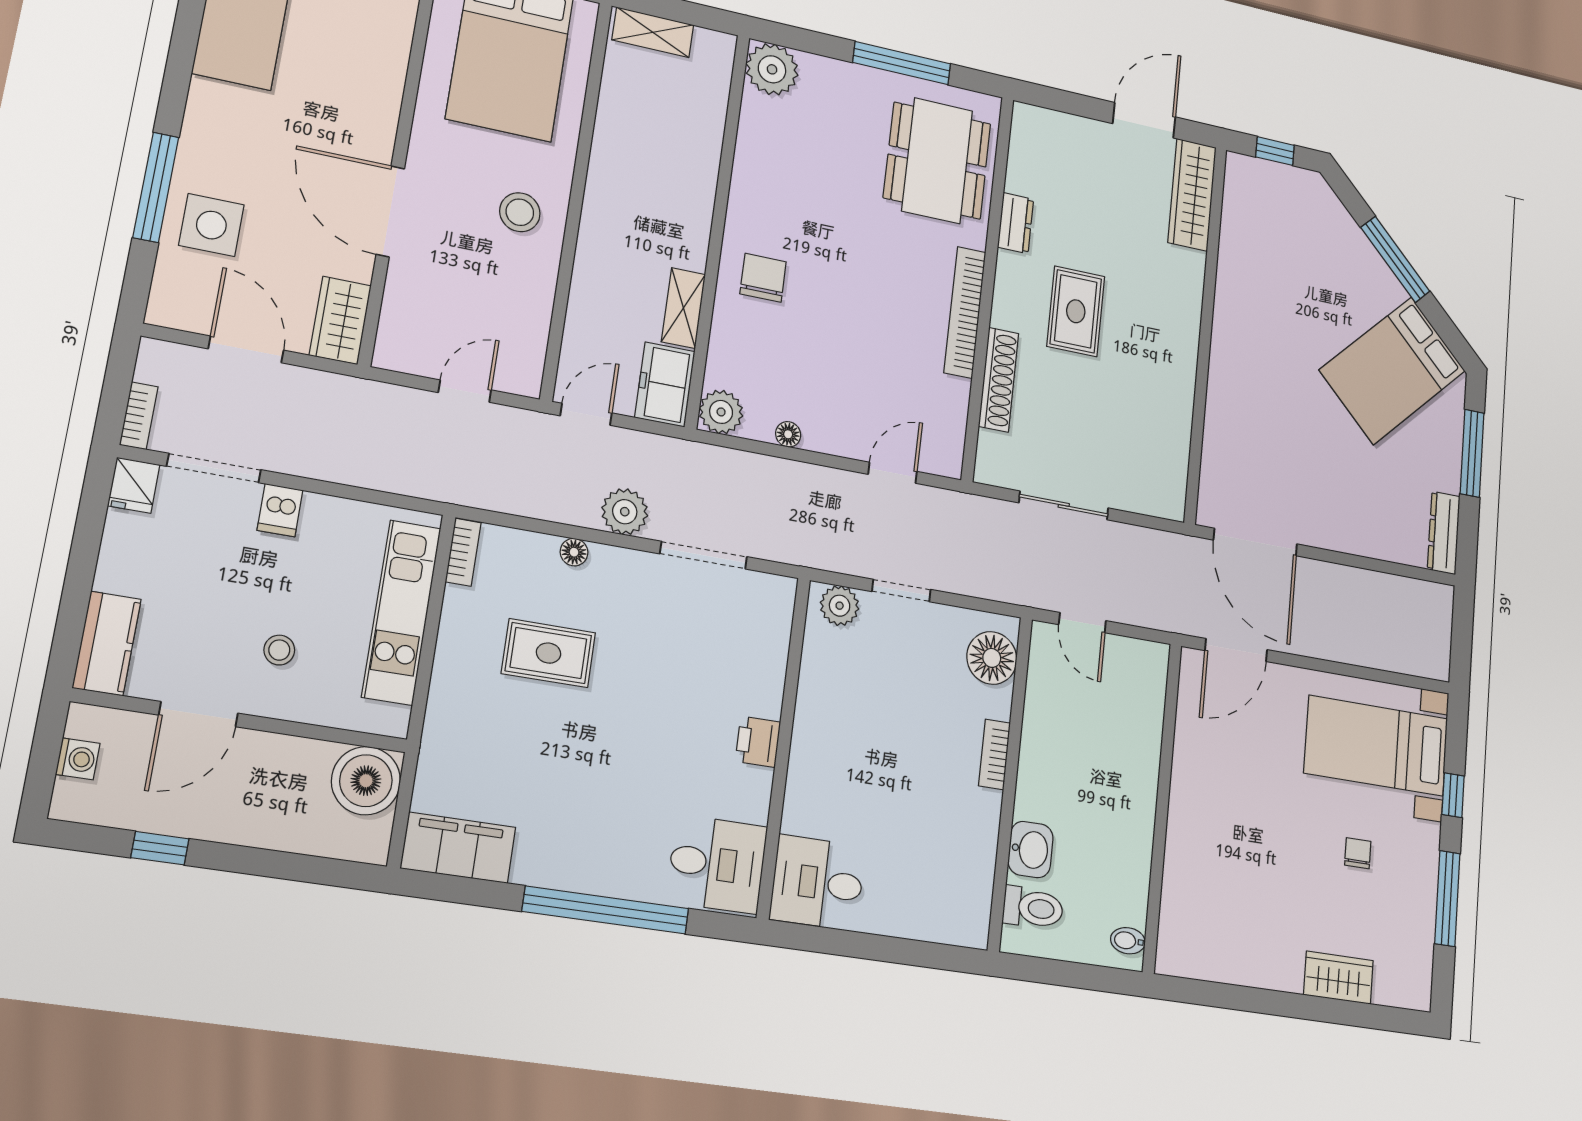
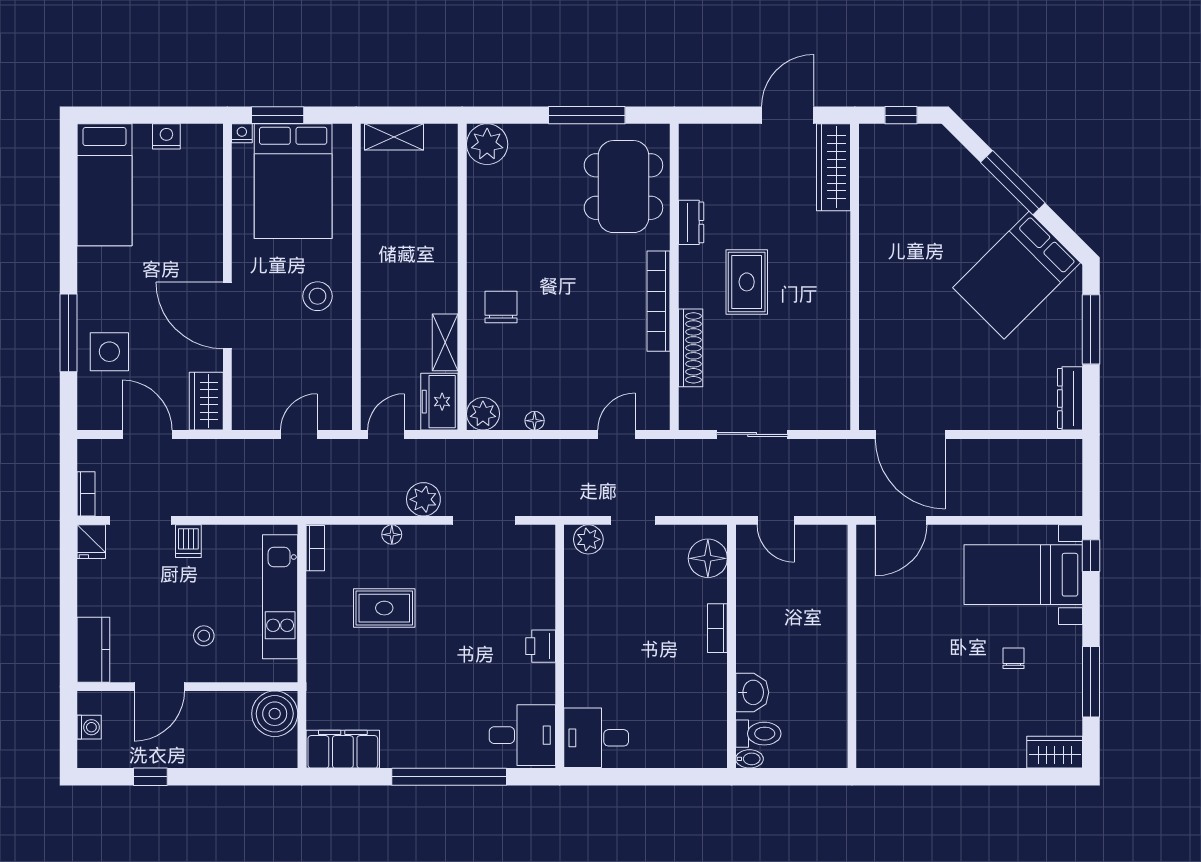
window: (1453, 795) -> (1091, 556), moved
bidet: (1128, 941) -> (749, 759), moved, turned 180
wardrobe: (1338, 978) -> (1055, 752), moved

